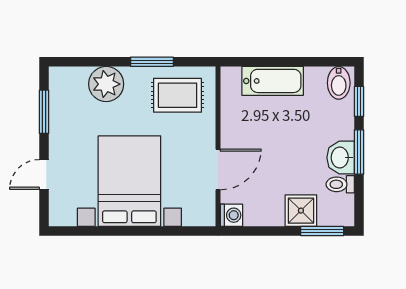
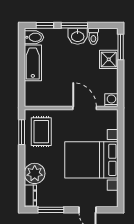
window: (152, 62) -> (22, 132), moved
dresser: (69, 77) -> (30, 195), added
bathtub: (273, 81) -> (33, 63), moved

